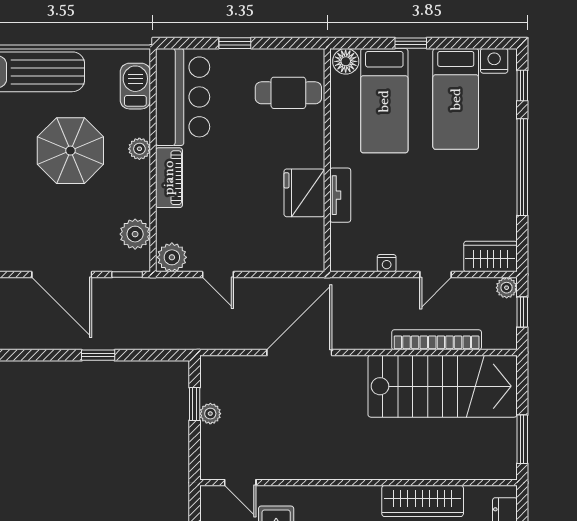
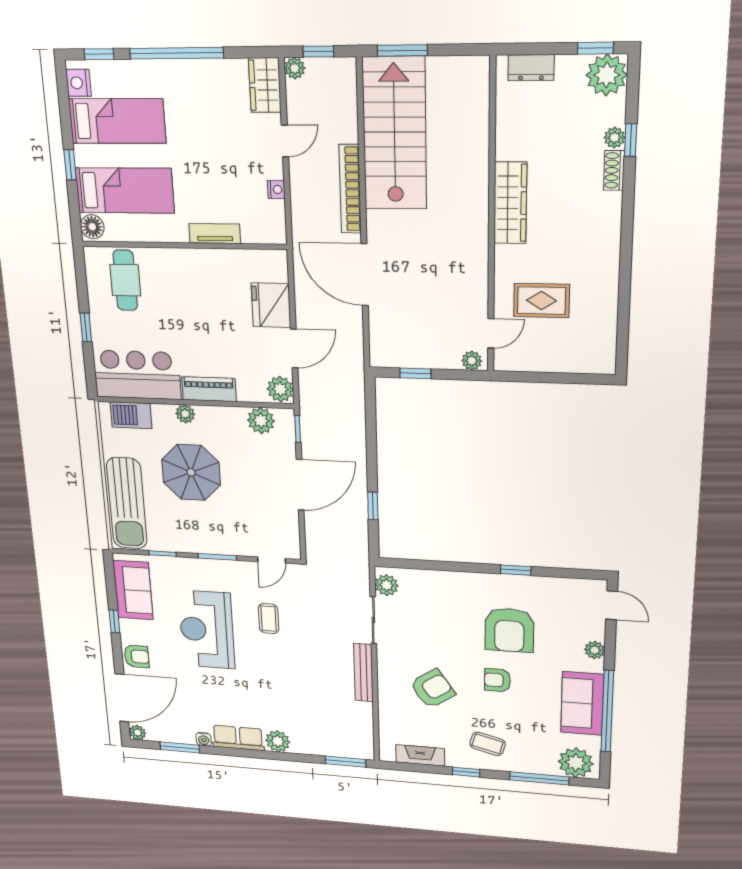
fridge: (304, 193) -> (271, 305), moved, turned 90
door: (218, 275) -> (294, 348), width x1.37
door: (436, 275) -> (285, 141), hinge flipped
bookcase: (437, 340) -> (350, 189), moved
window: (98, 355) -> (373, 506), moved
plant: (210, 414) -> (472, 361), moved
window: (522, 439) -> (402, 50), moved
wardrobe: (423, 501) -> (510, 203), moved

